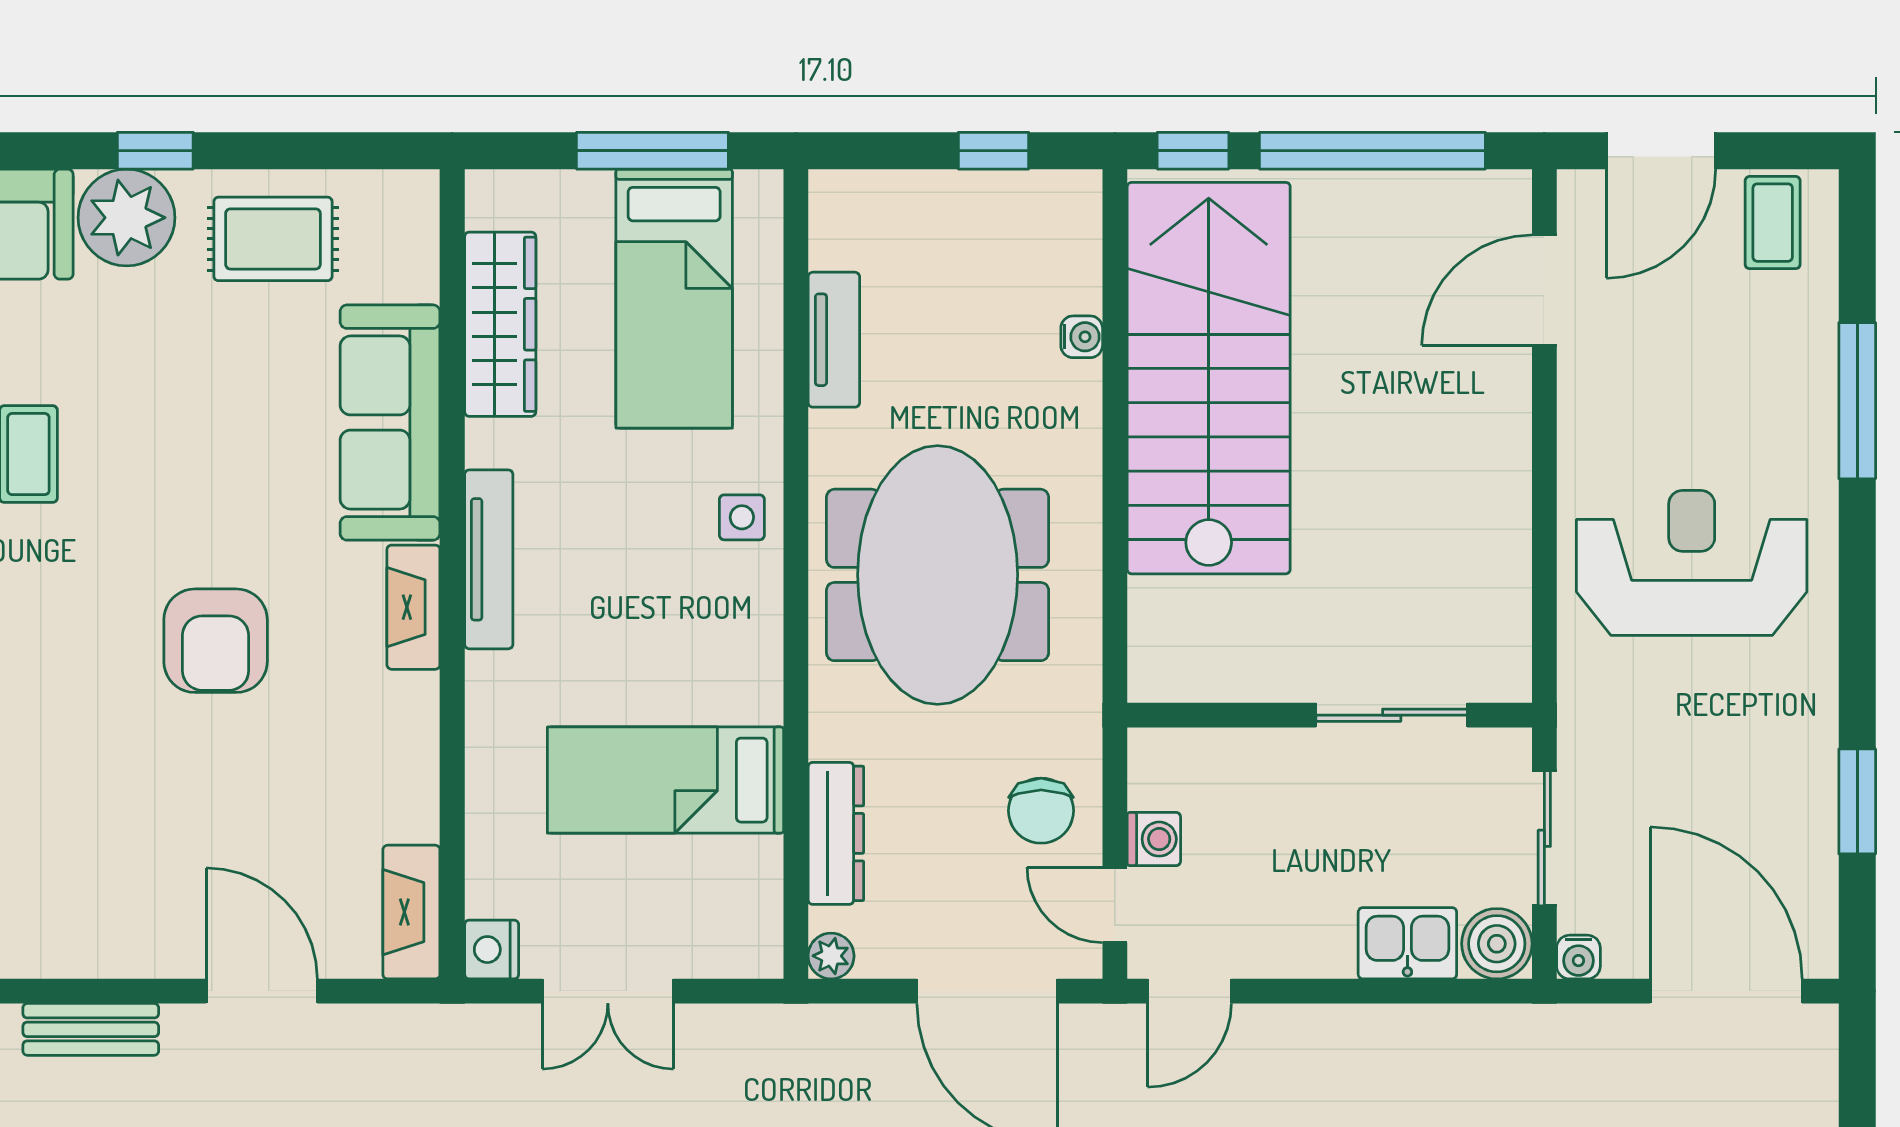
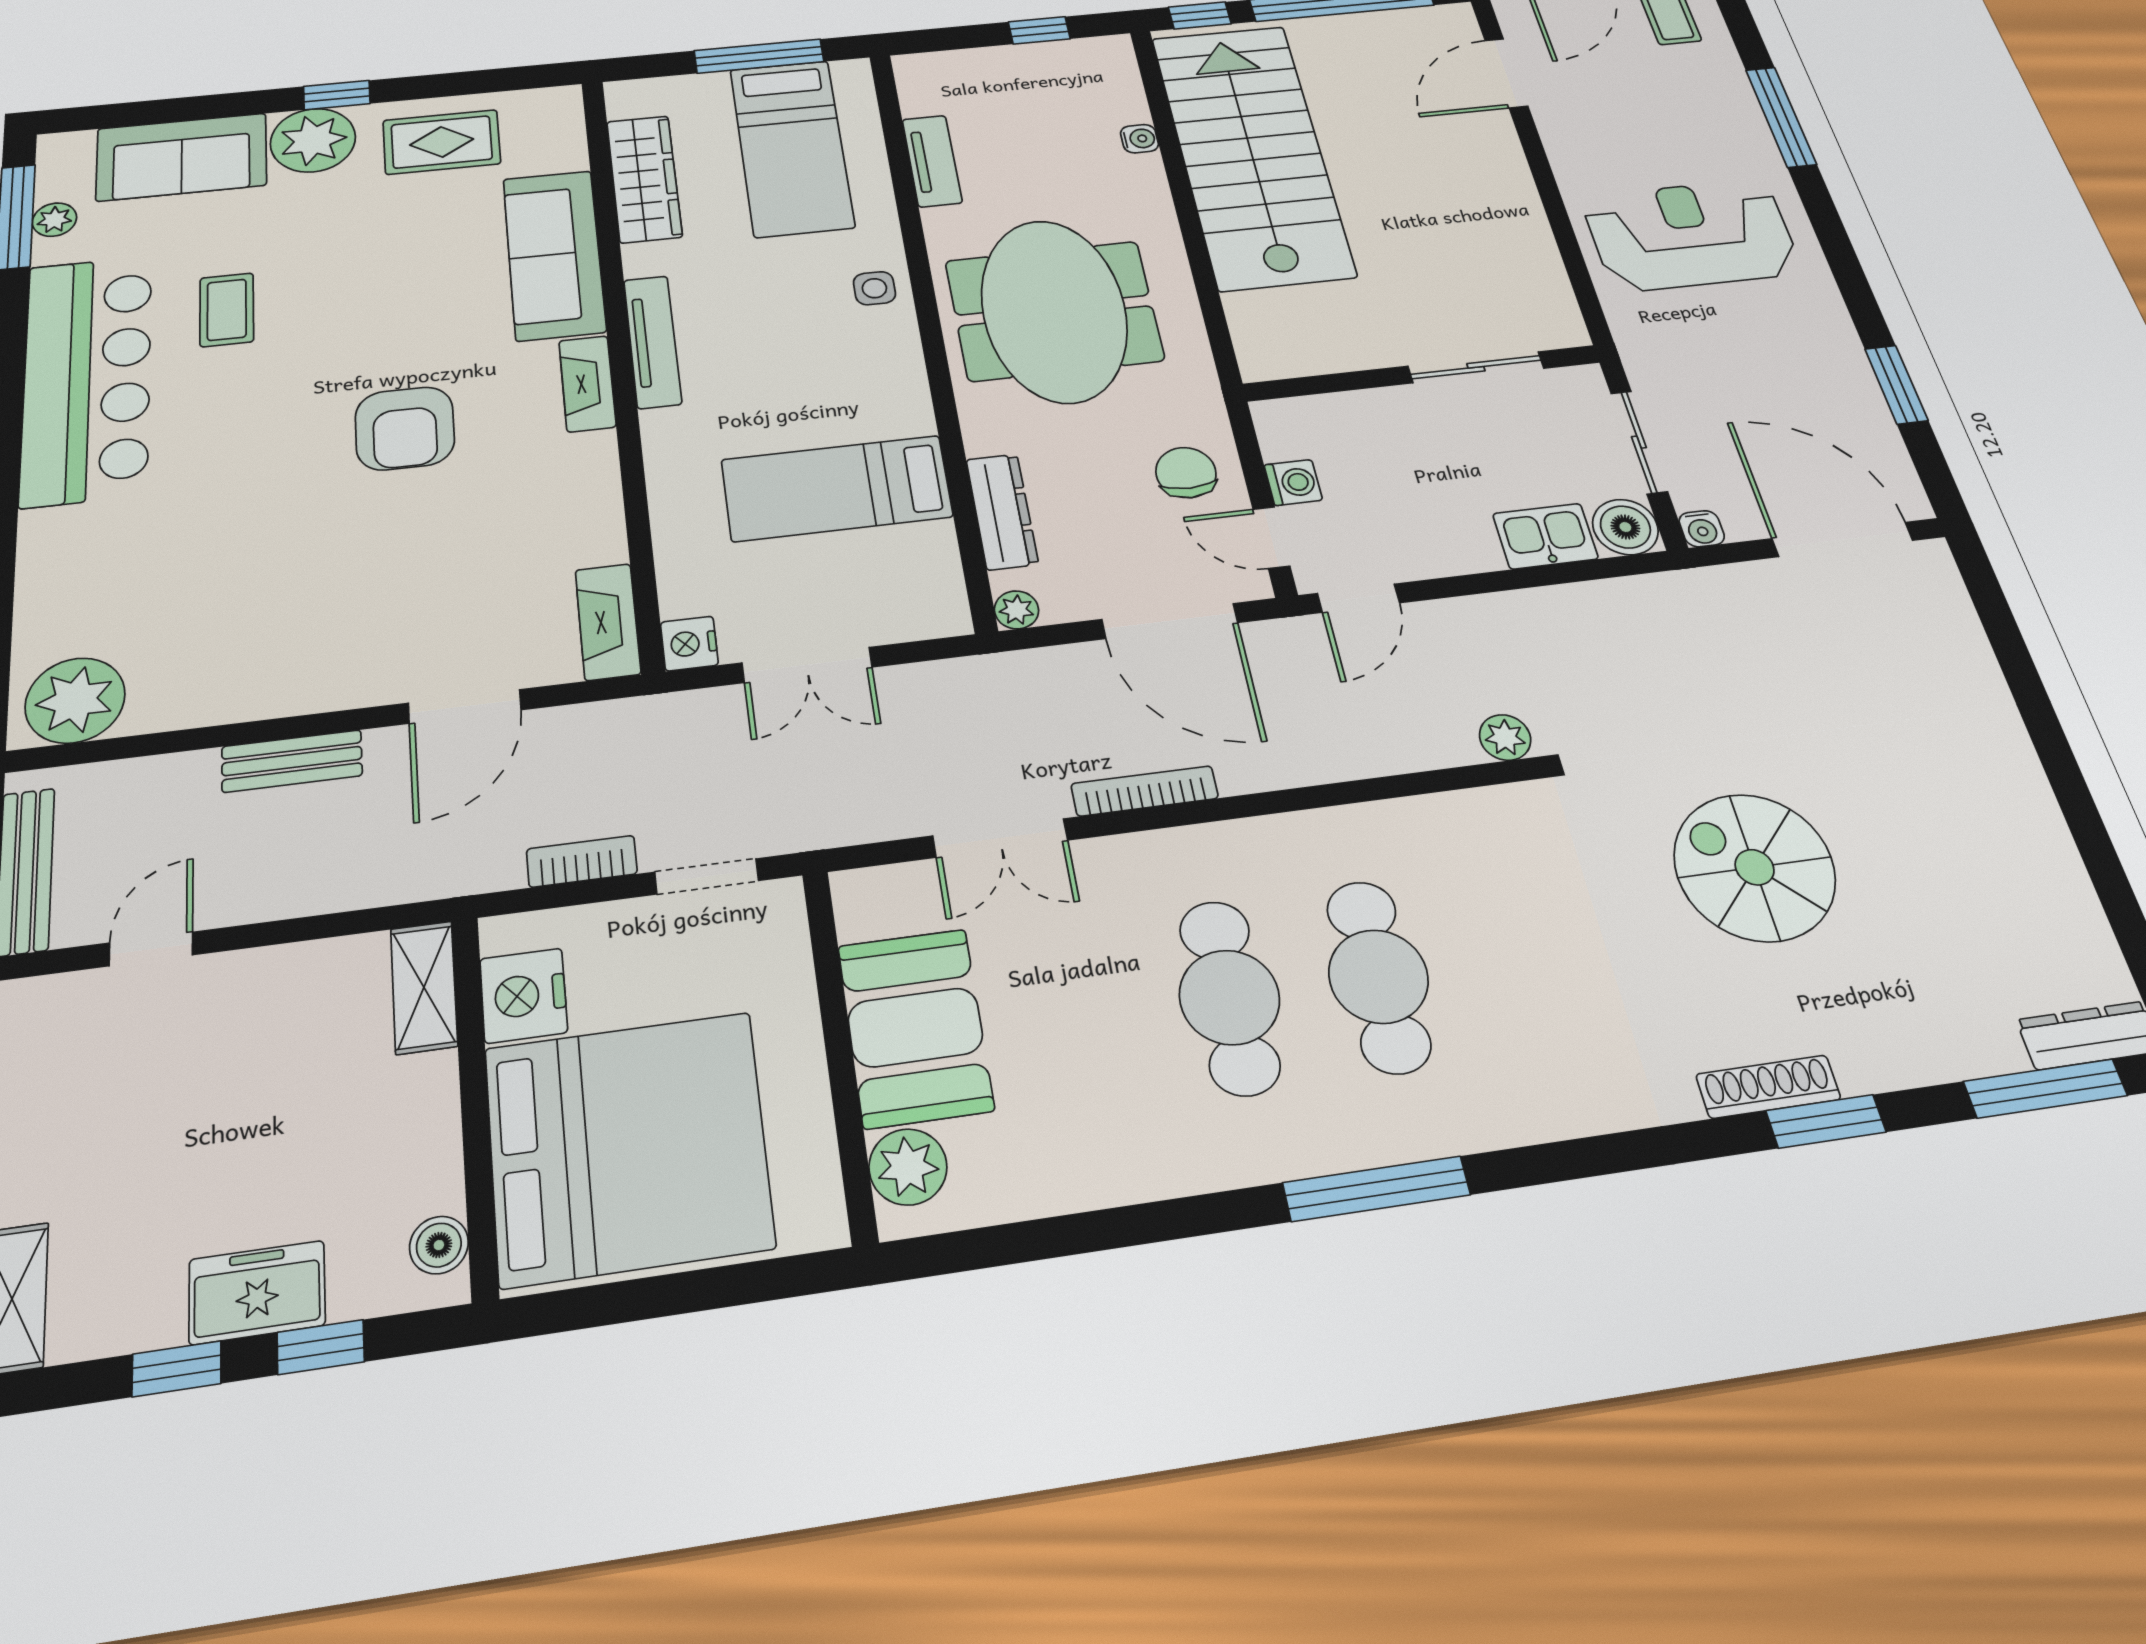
chair: (1041, 811) -> (1186, 473), turned 180
door: (262, 991) -> (465, 706), swing flipped

